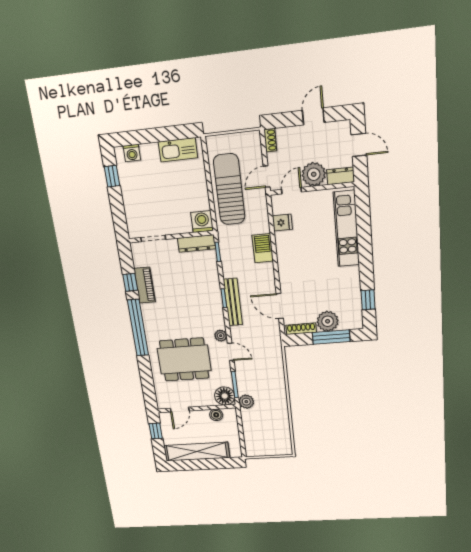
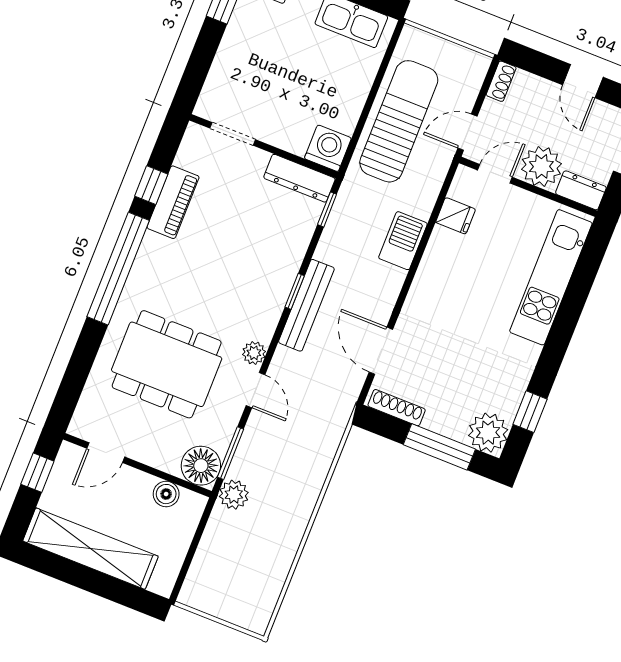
door: (313, 116) -> (583, 81), swing flipped
plant: (328, 321) -> (488, 433), moved

